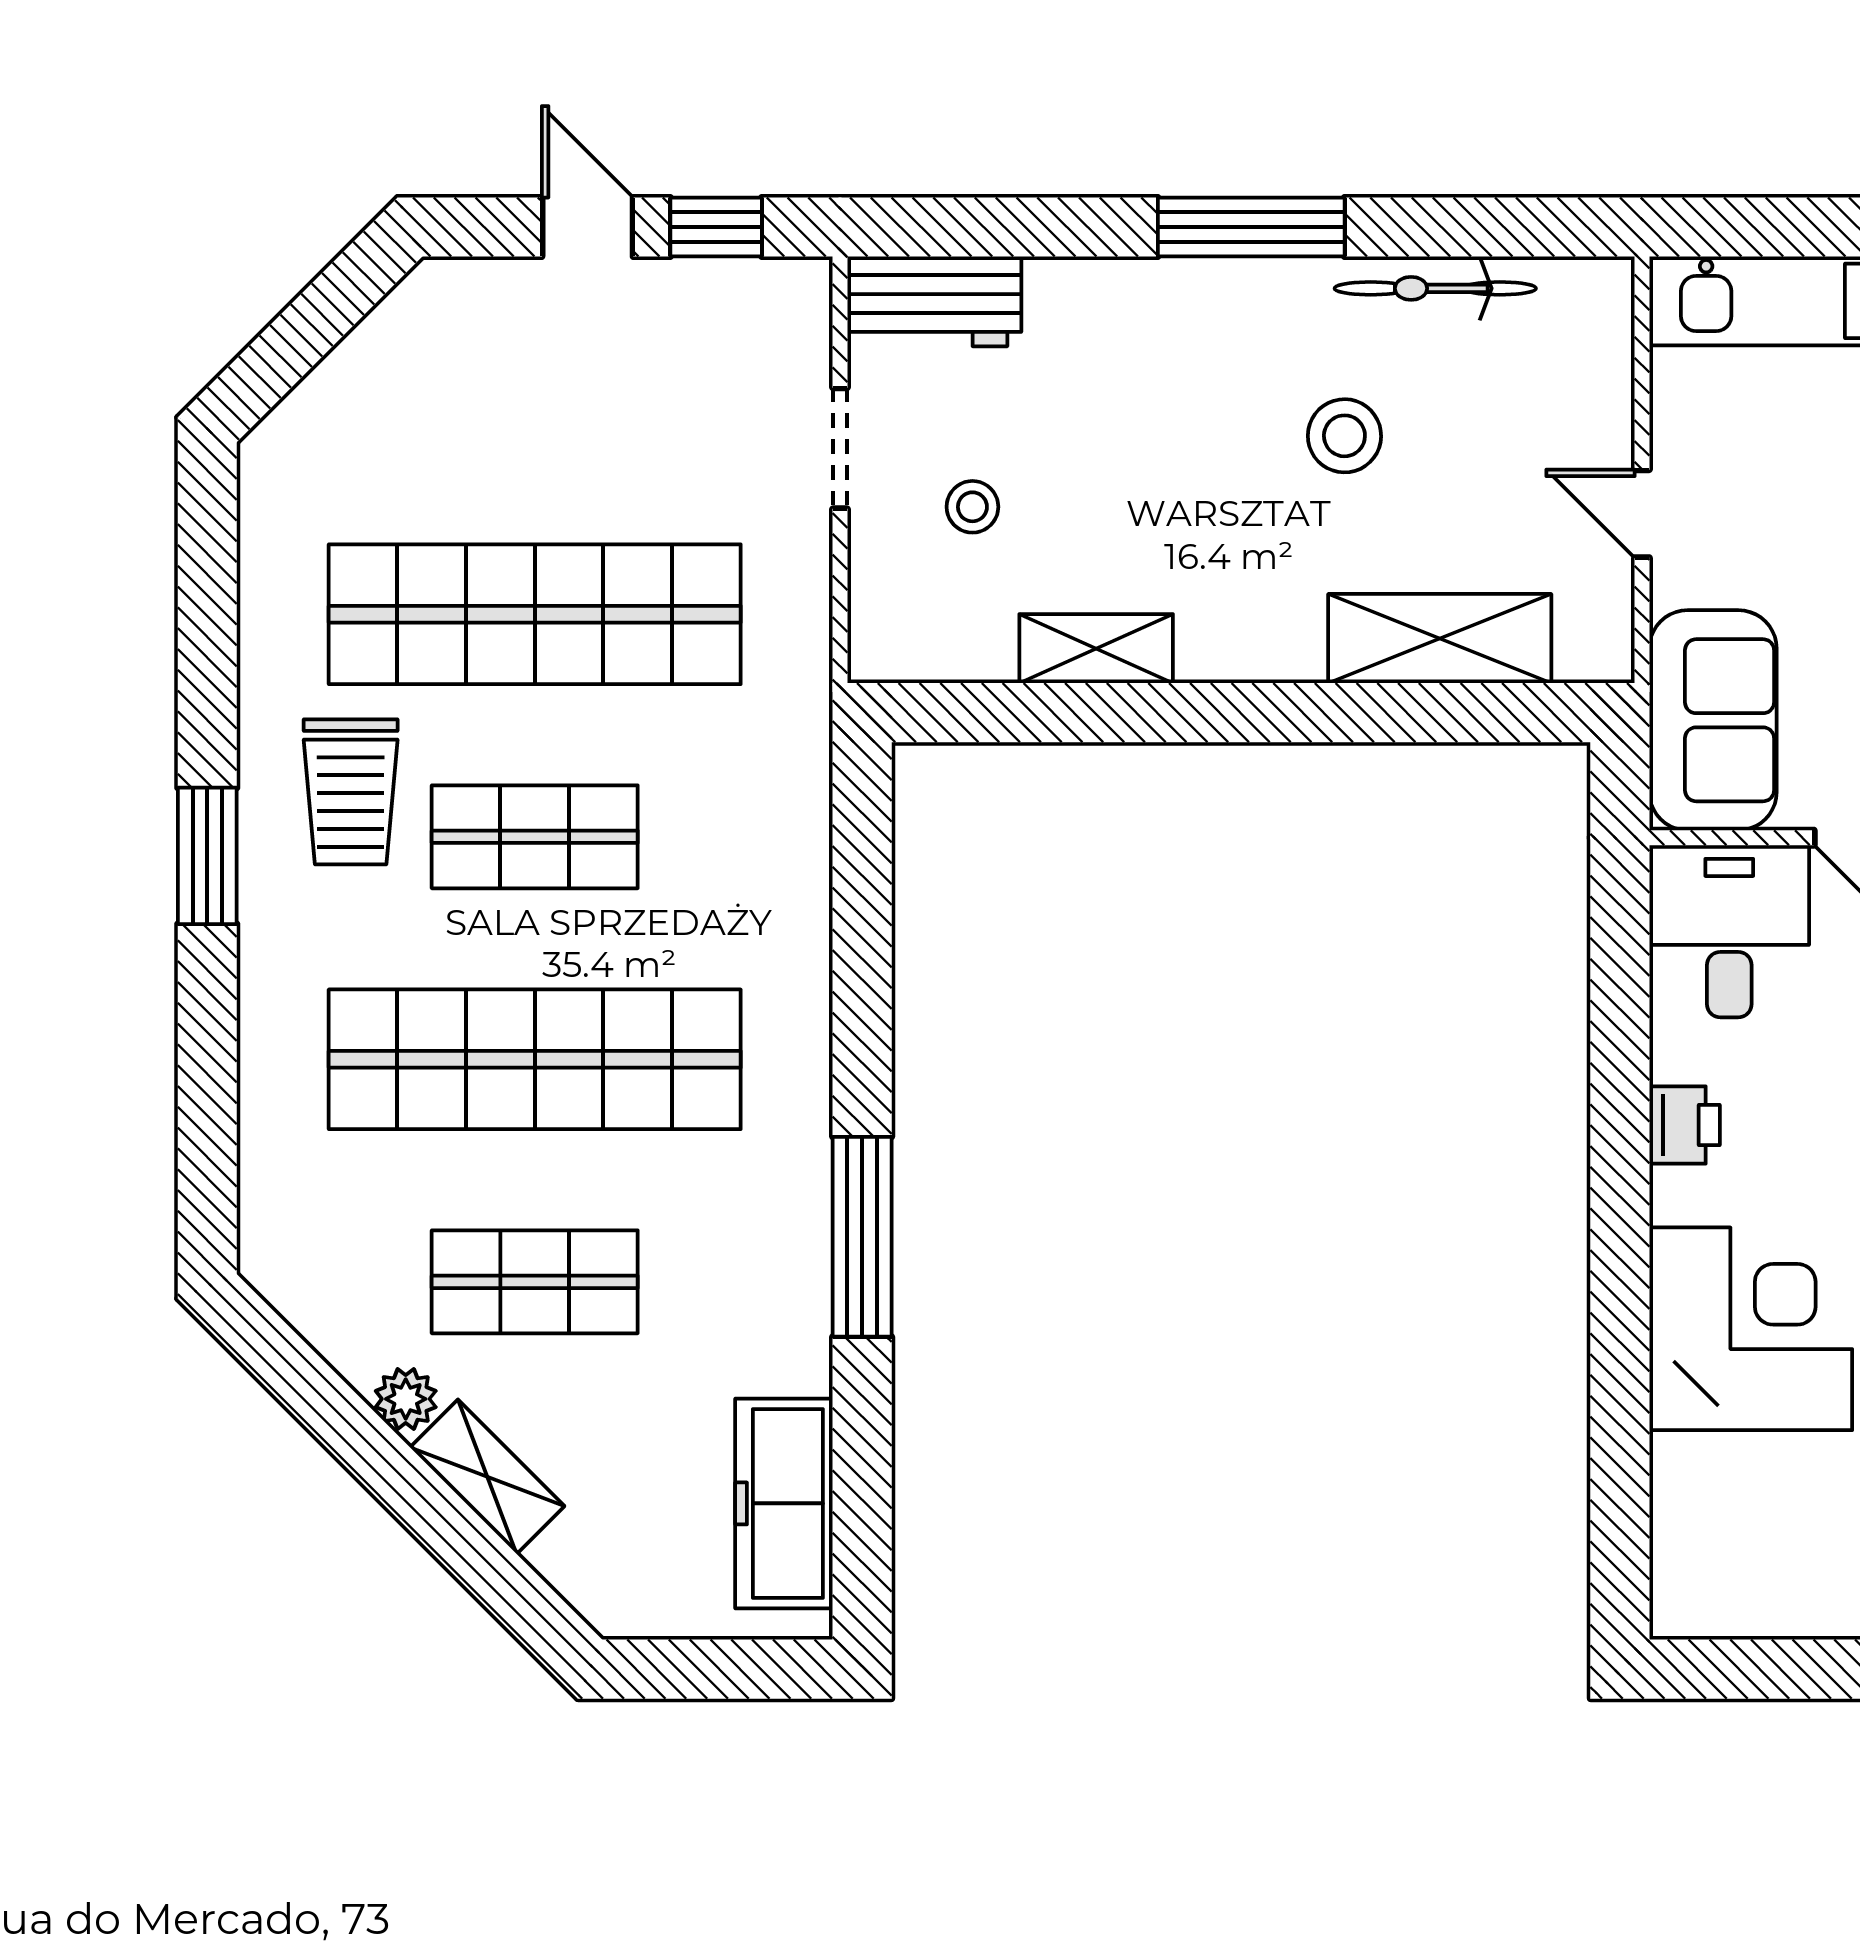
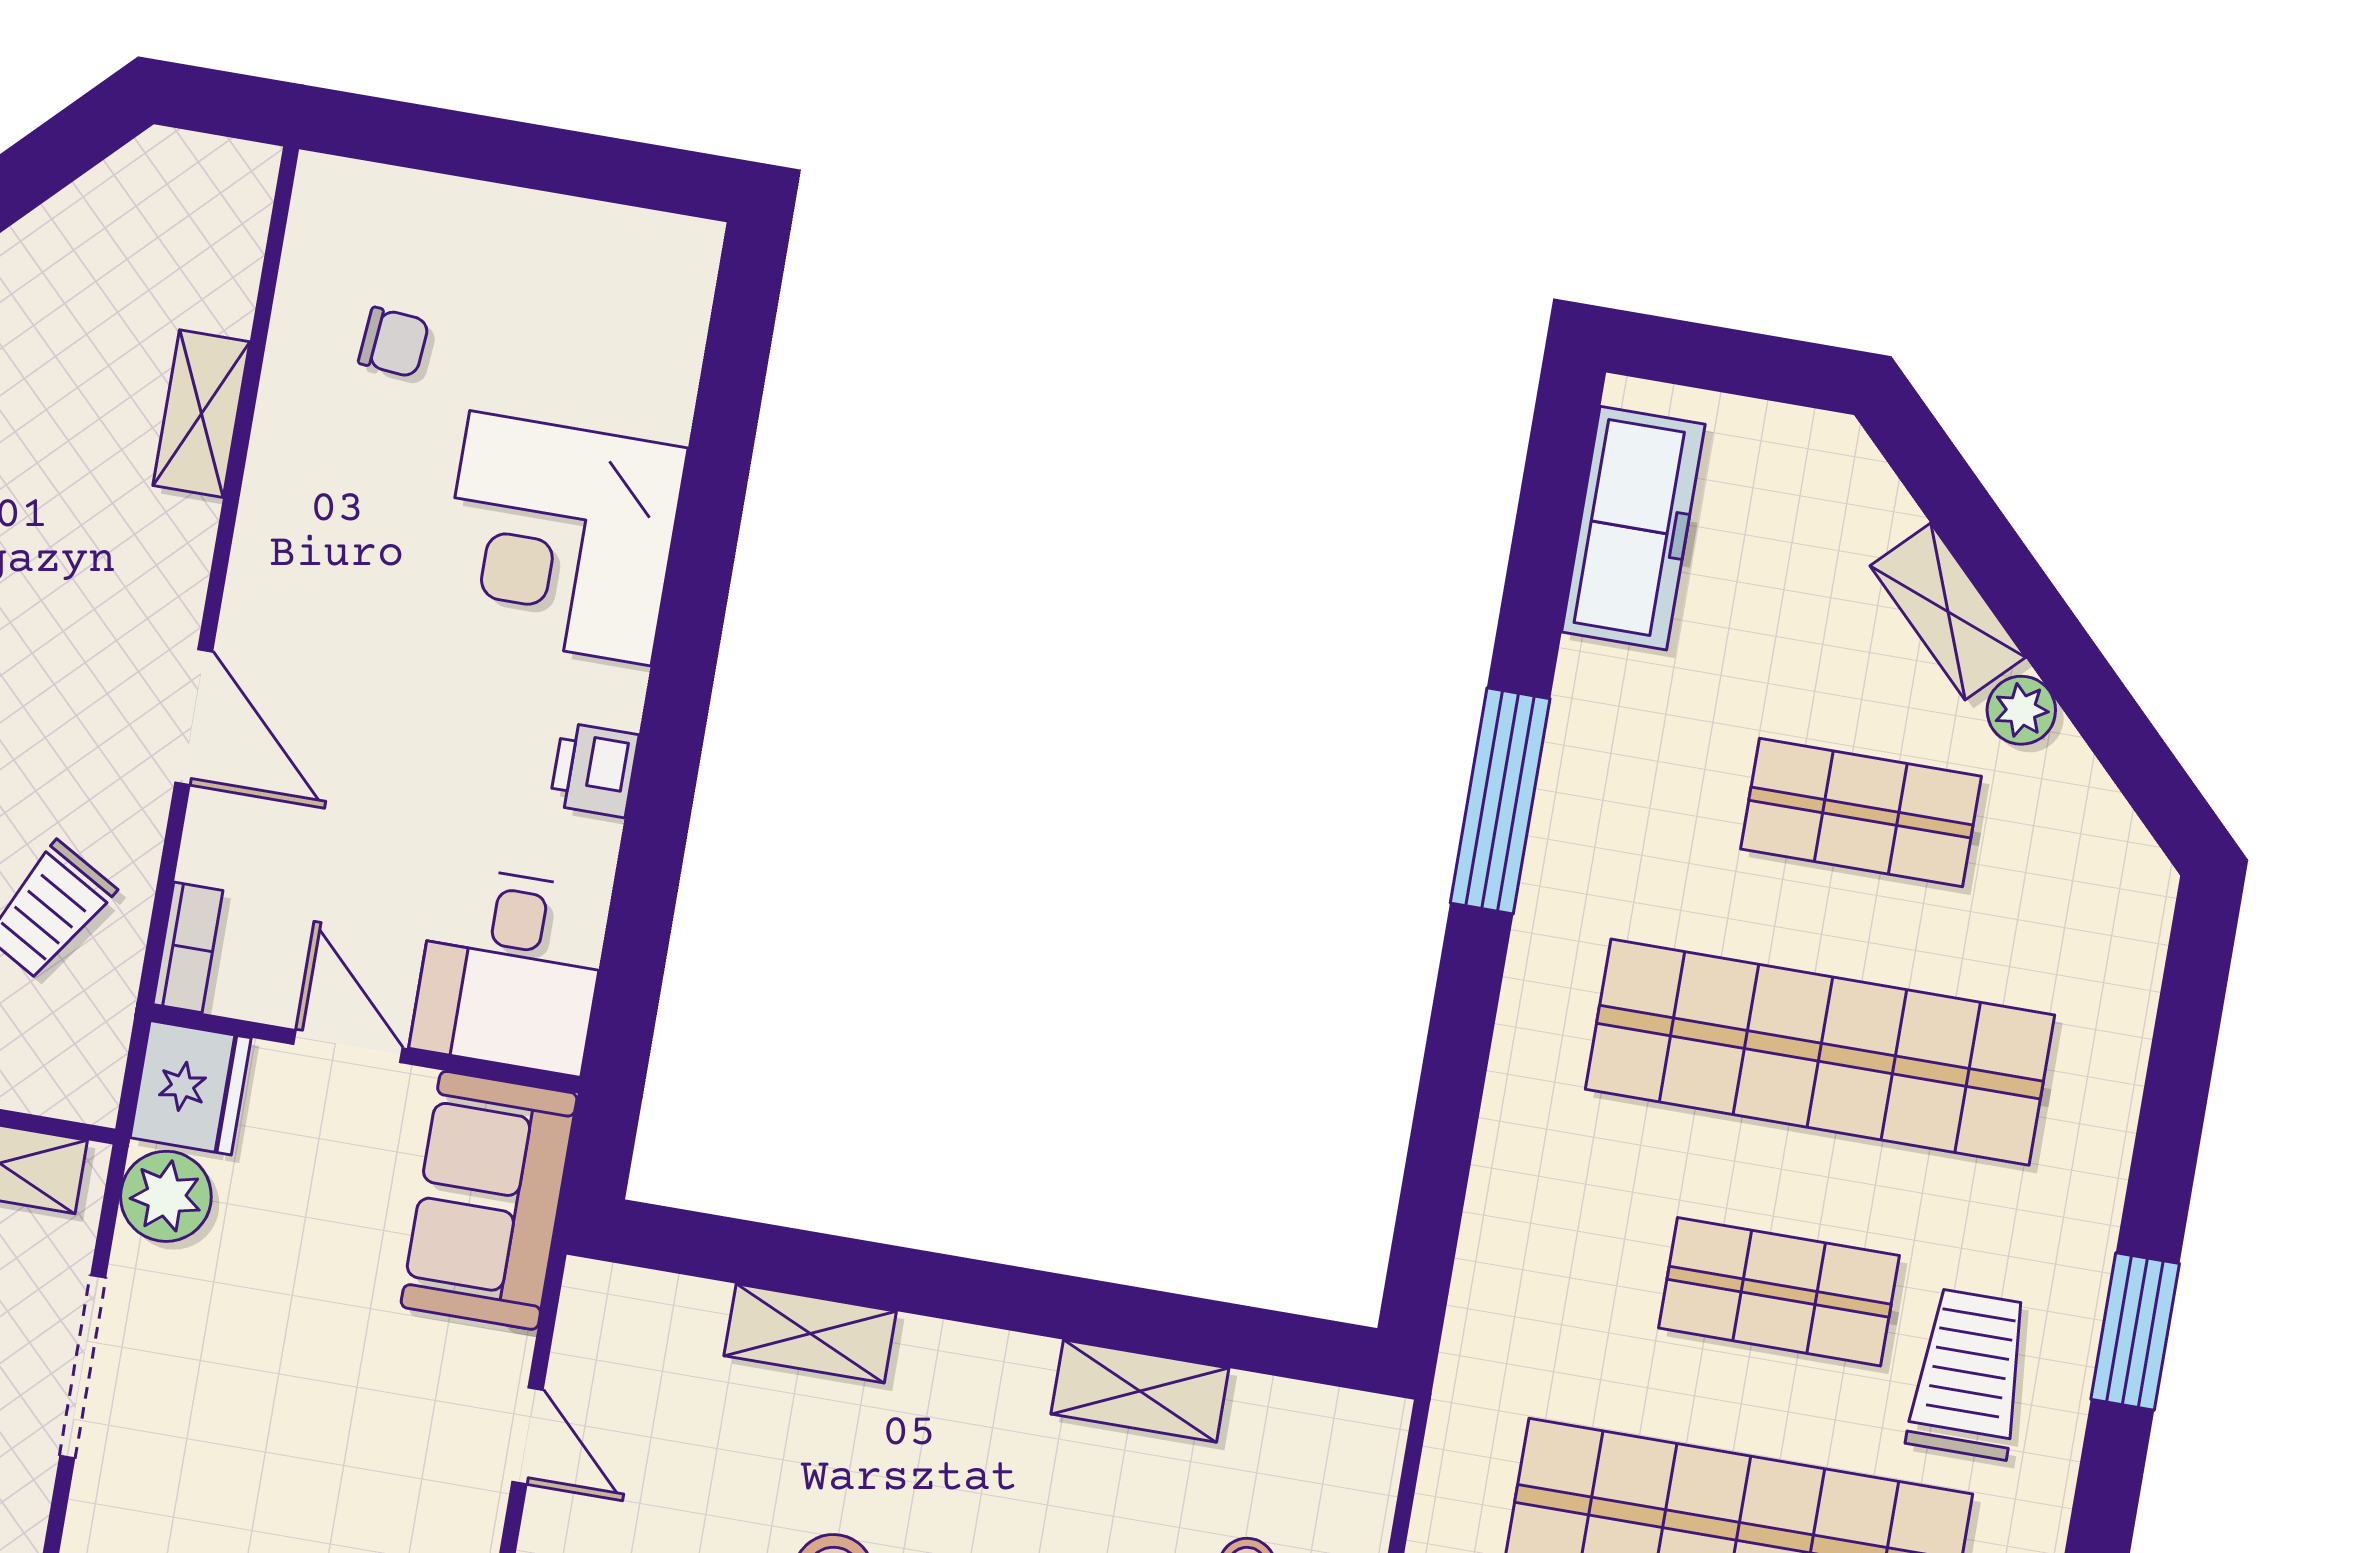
shelving: (1440, 639) -> (810, 1333), width x0.67, depth x0.75

